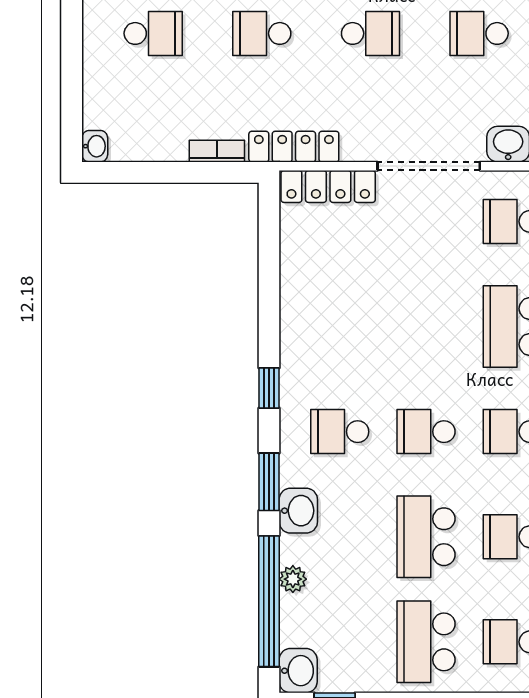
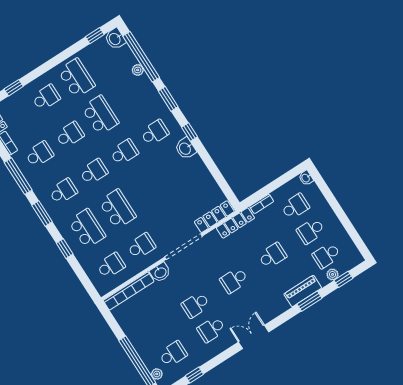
school desk: (479, 33) -> (196, 305), turned 180
school desk: (153, 103) -> (295, 207), added
washbasin: (298, 511) -> (185, 148), moved

